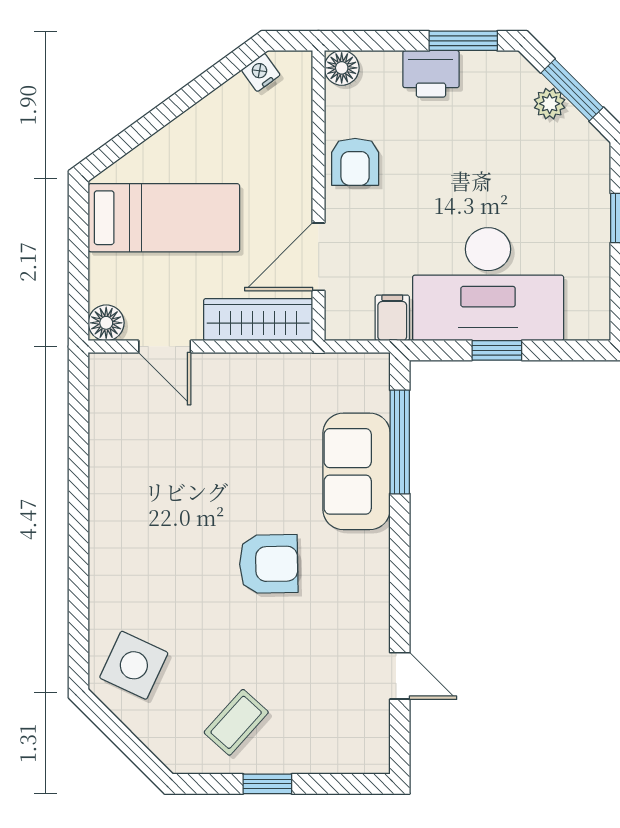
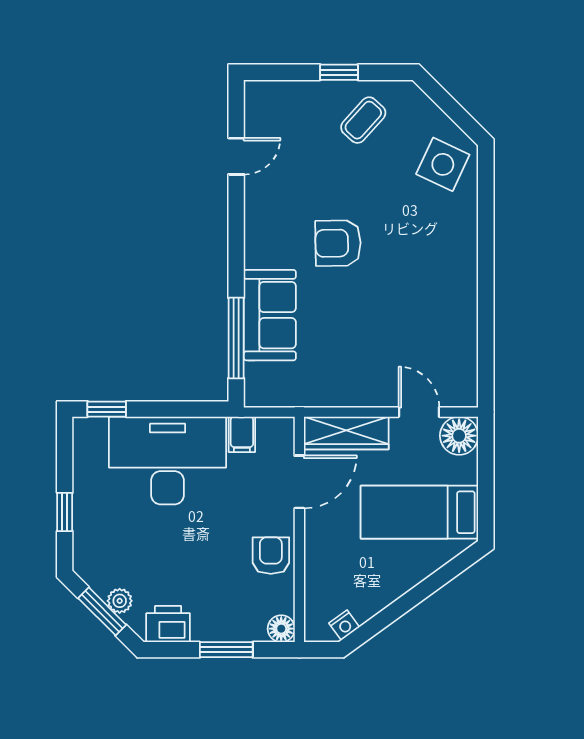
window: (463, 41) -> (226, 650), moved
printer: (431, 74) -> (168, 624), moved
floor lamp: (106, 323) -> (459, 436), width x1.38, depth x1.38
window: (497, 350) -> (107, 409), moved
door: (400, 676) -> (236, 156), swing flipped

